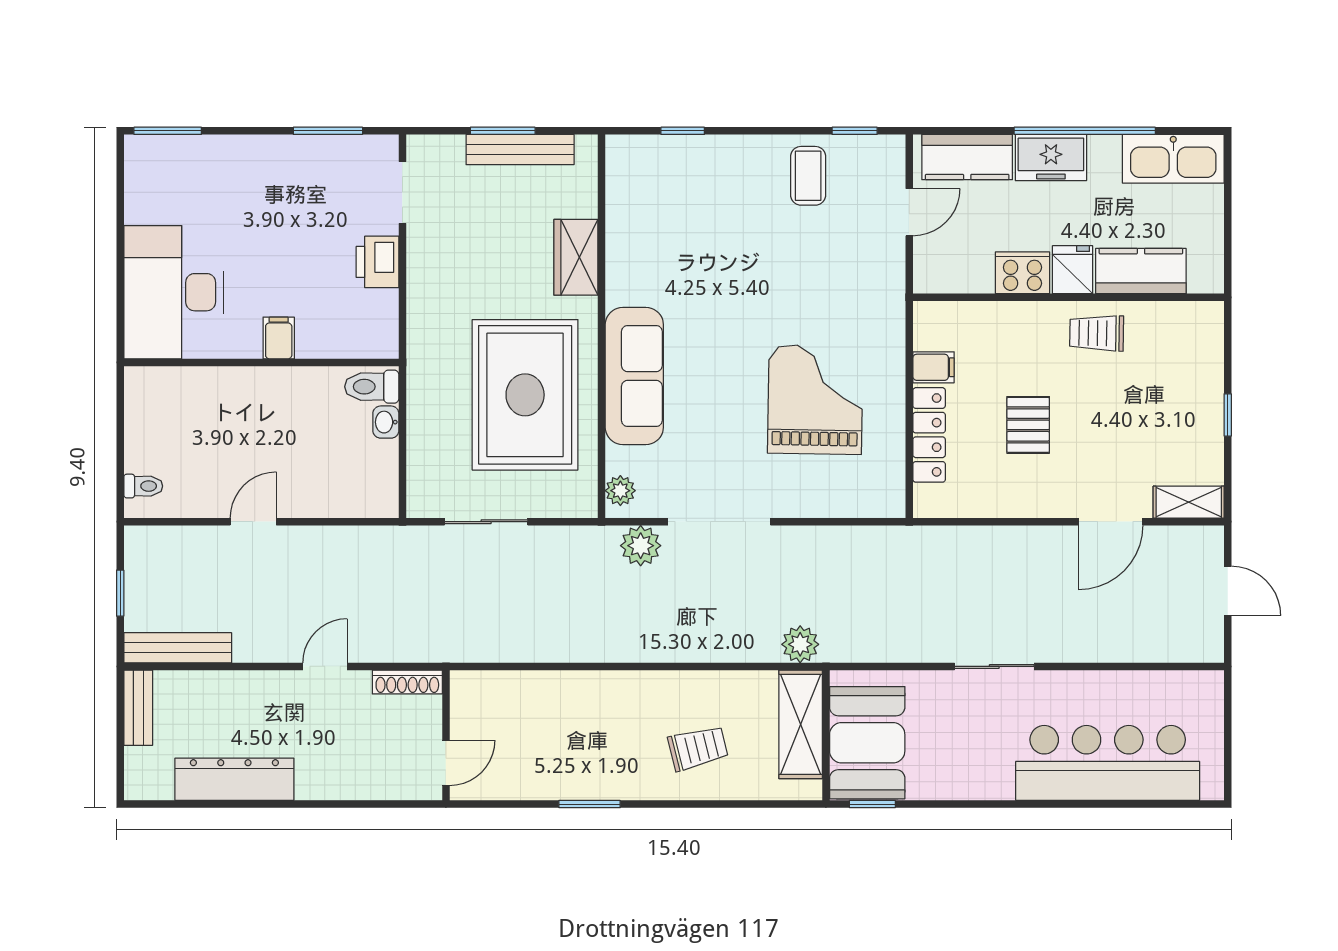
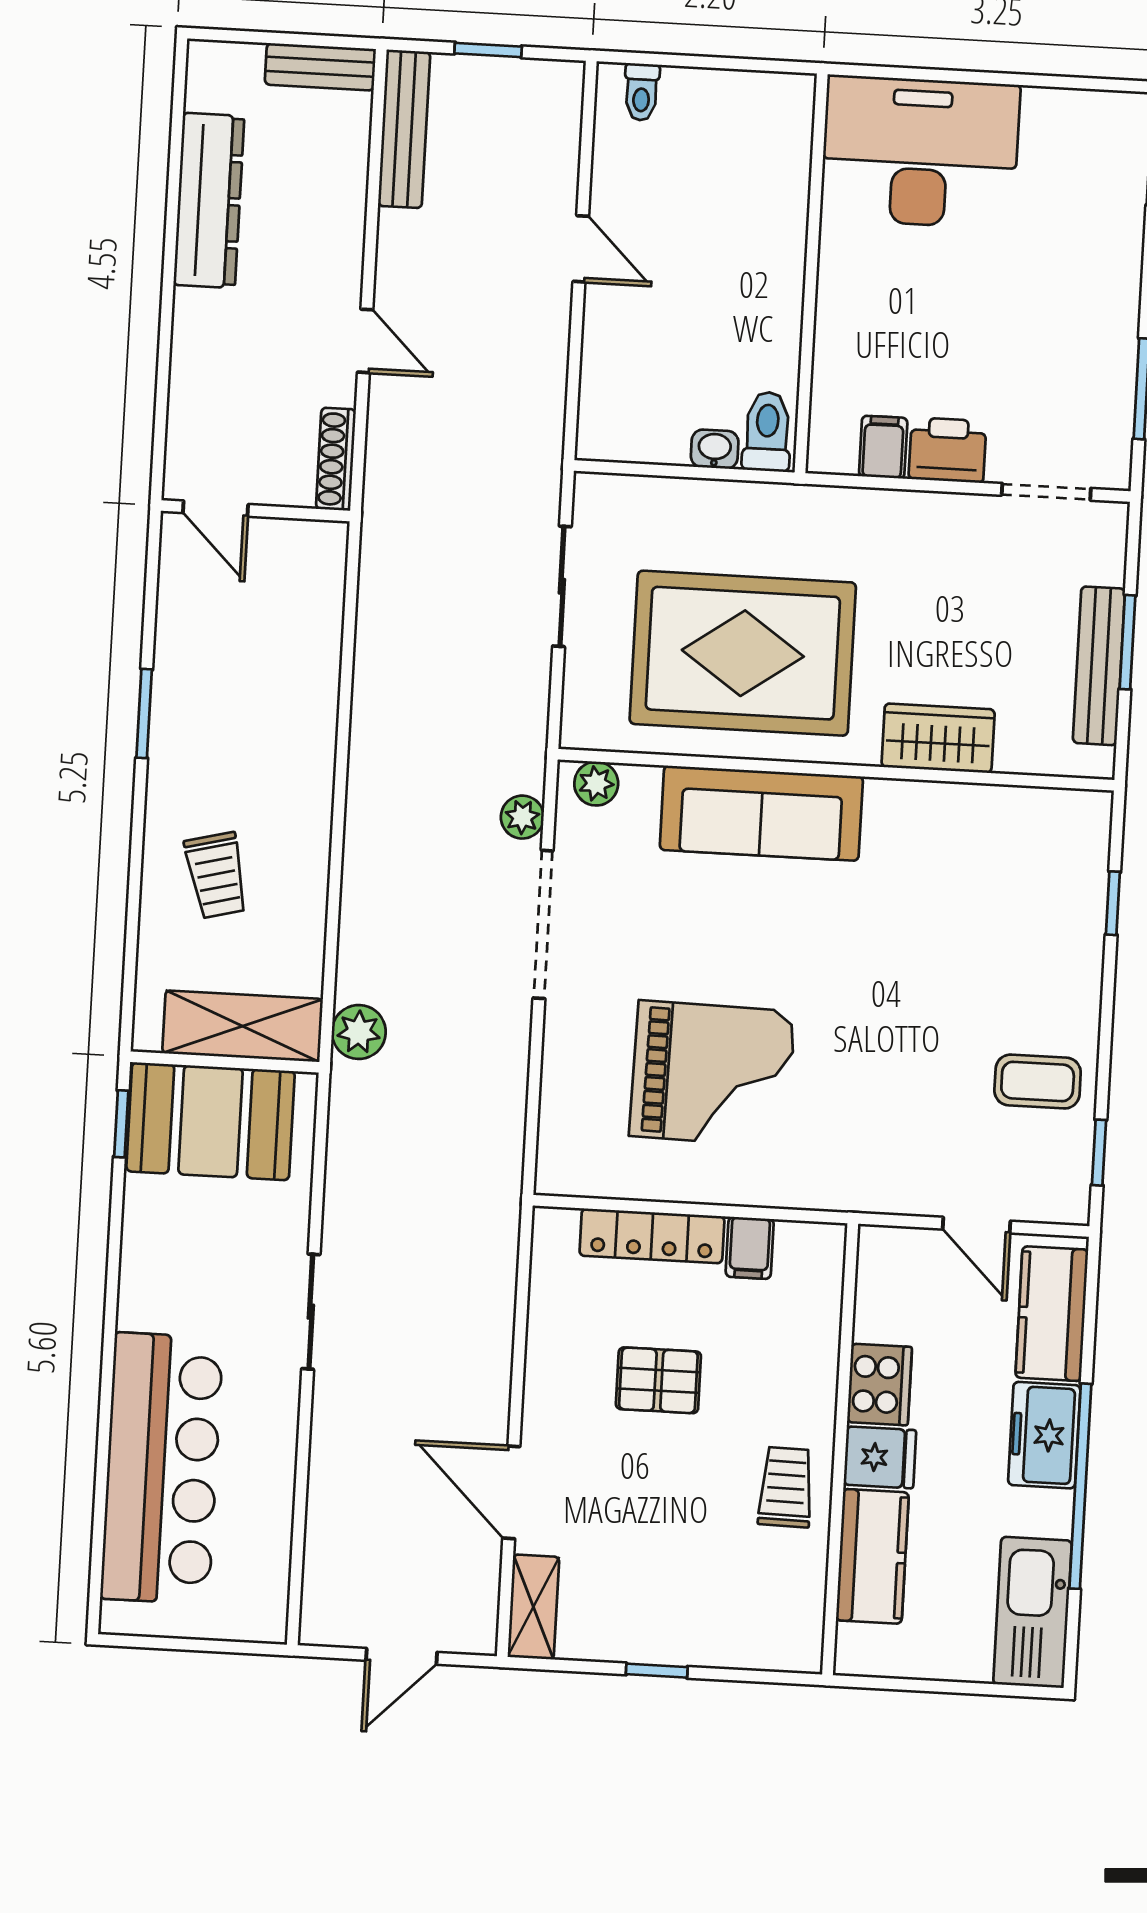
filing cabinet: (279, 338) -> (883, 447), moved, turned -90
plant: (641, 546) -> (522, 817), width x0.73, depth x0.73

